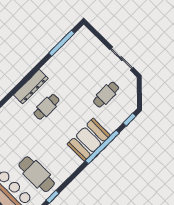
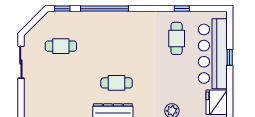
booth: (89, 140) -> (109, 25), removed
cafe table: (37, 174) -> (177, 38), width x0.73, depth x0.74

